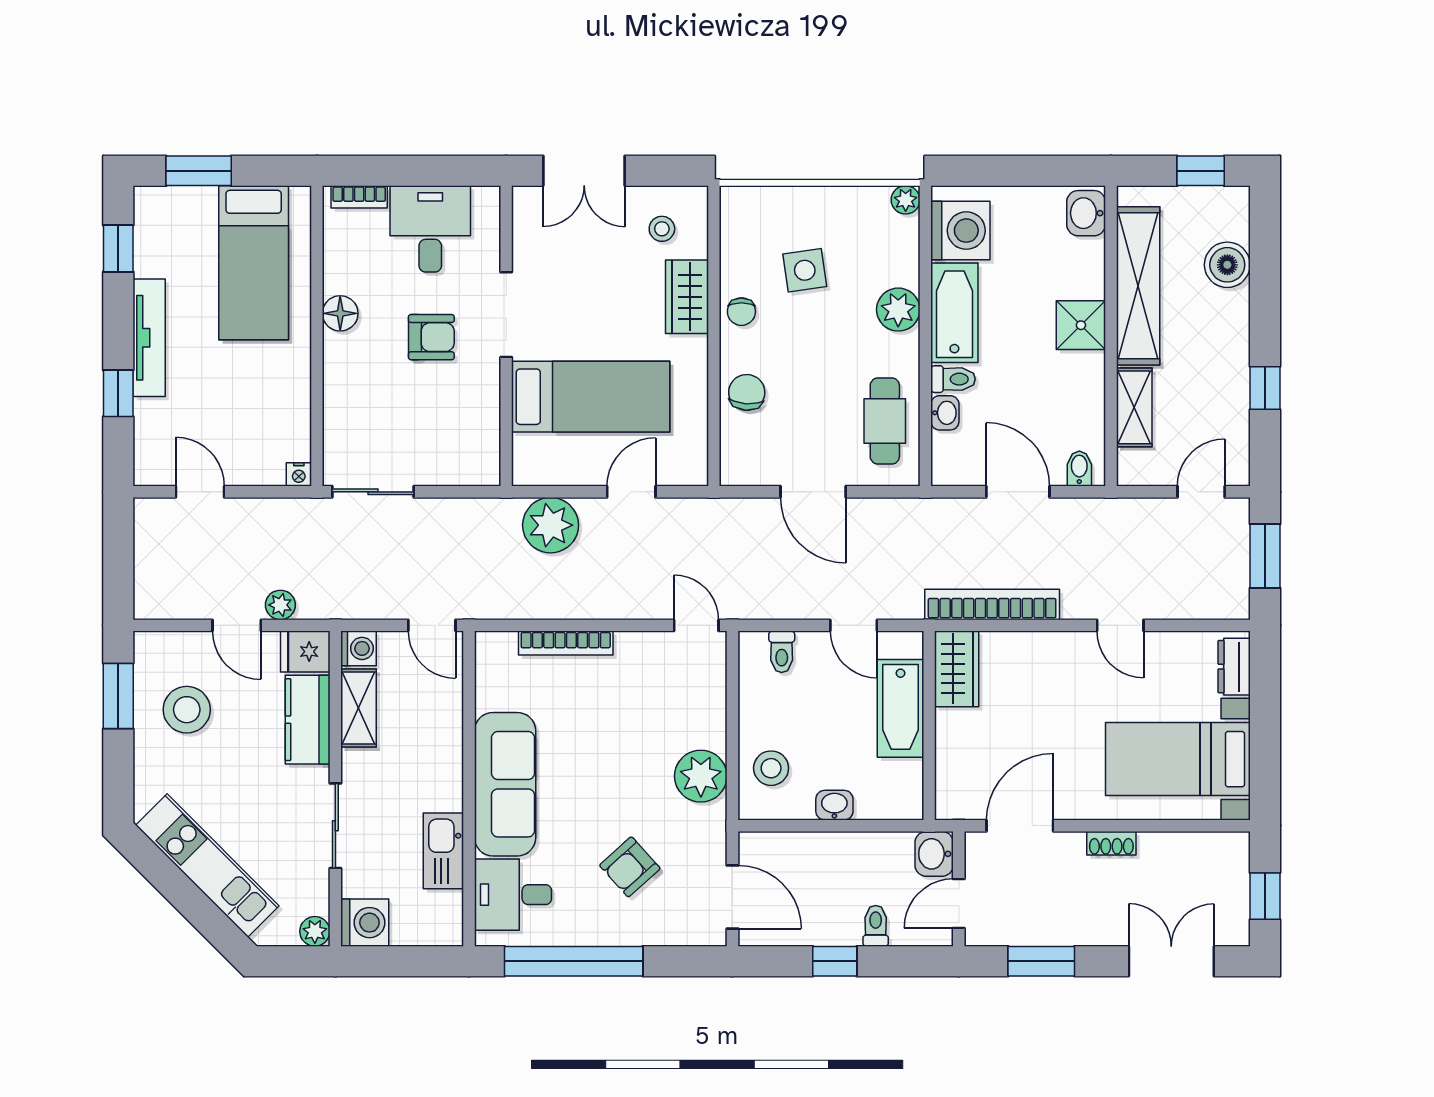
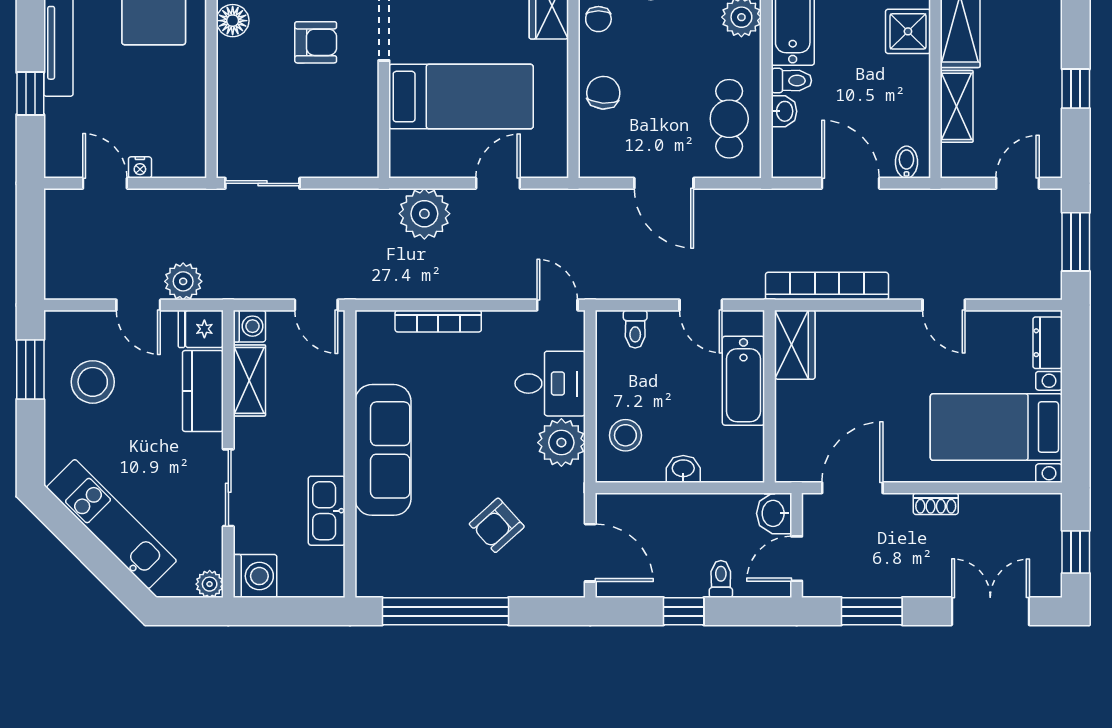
nightstand: (299, 474) -> (140, 167), moved
plant: (280, 605) -> (183, 281), width x1.38, depth x1.38
desk: (513, 895) -> (550, 384), moved, turned 180

